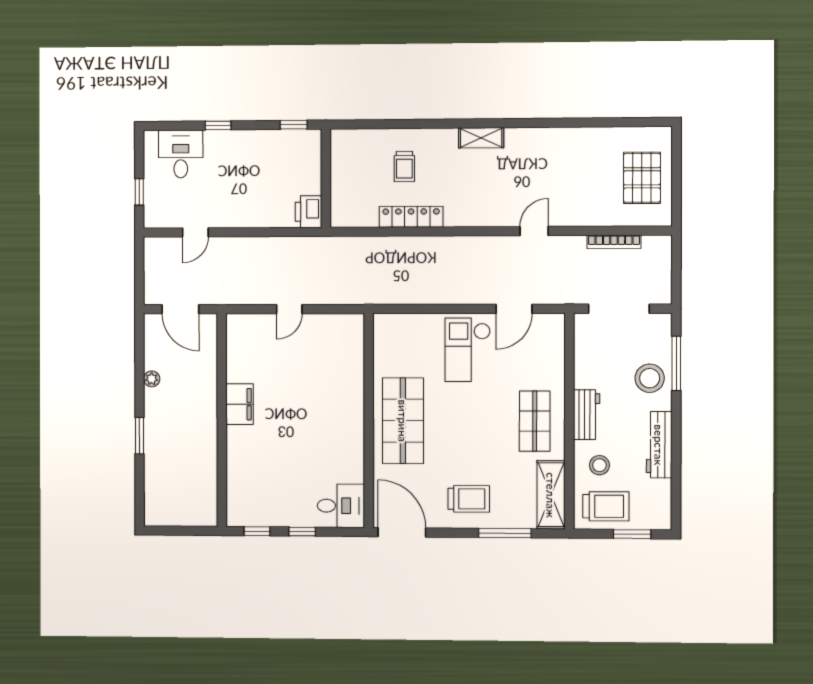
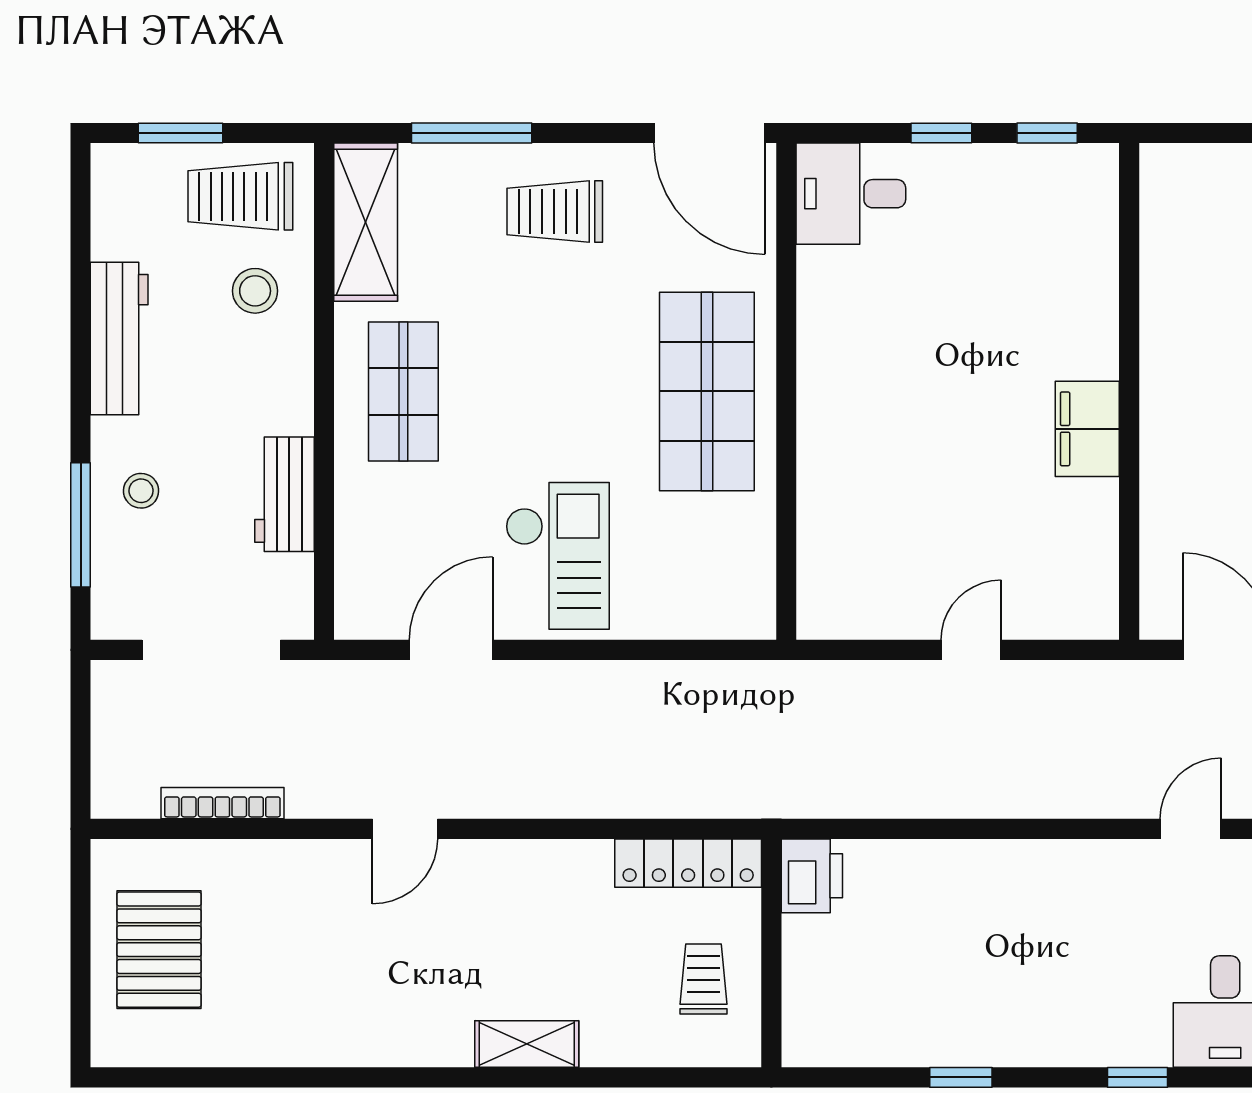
wall: (326, 178) -> (771, 953), moved
printer: (308, 212) -> (812, 876), moved
stool: (650, 378) -> (141, 491), width x0.53, depth x0.53
workbench: (587, 415) -> (284, 494), moved

